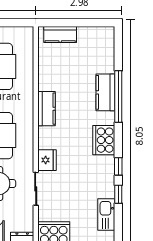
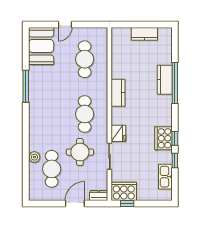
kitchen counter: (60, 34) -> (144, 34), moved
cooker: (104, 140) -> (163, 138), moved

